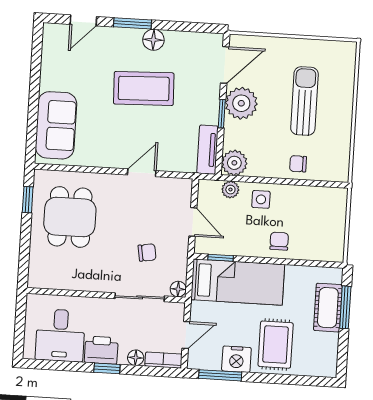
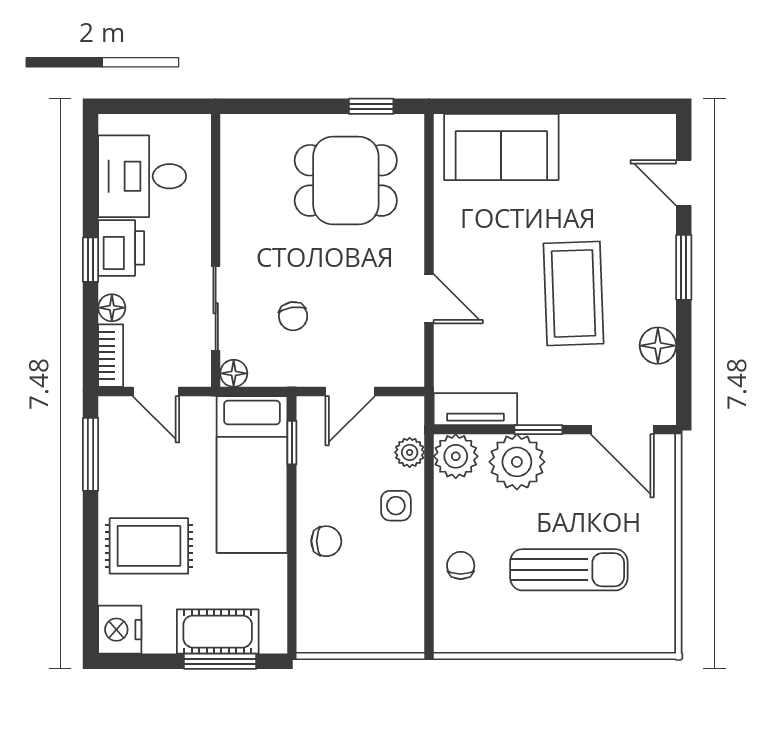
floor lamp: (153, 40) -> (658, 346), moved
plant: (241, 103) -> (517, 462), moved
nightstand: (236, 359) -> (120, 630), moved

